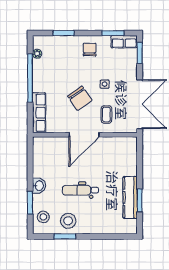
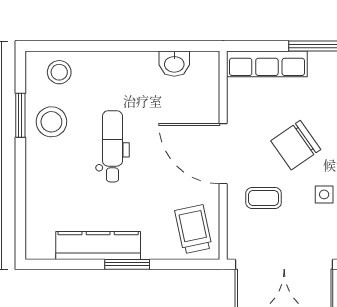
trolley: (122, 150) -> (193, 229), added
washbasin: (39, 186) -> (174, 64), moved
window: (140, 200) -> (127, 264), moved
window: (30, 203) -> (87, 46), removed

